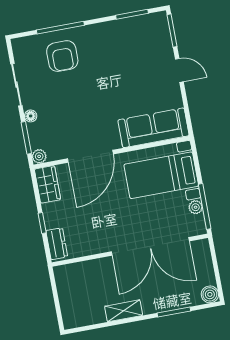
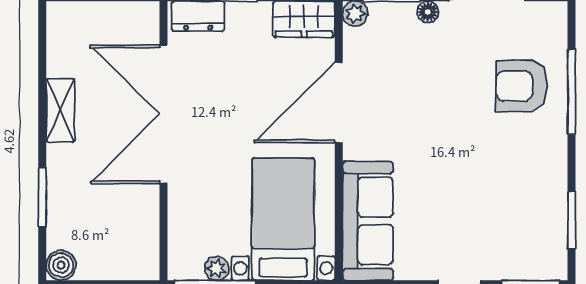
door: (90, 156) -> (339, 102), hinge flipped
double door: (150, 246) -> (163, 114), moved

